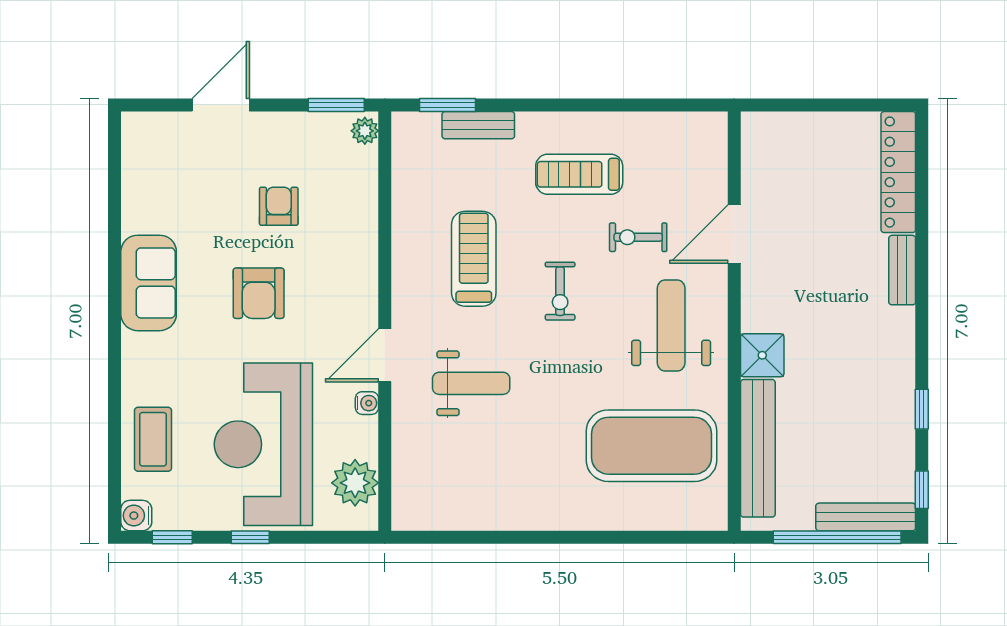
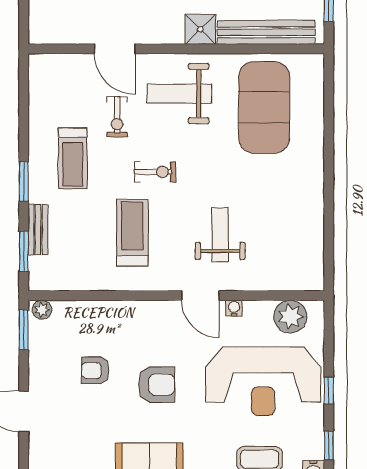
window: (547, 105) -> (24, 181), added
treadmill: (474, 259) -> (132, 233), turned 90

